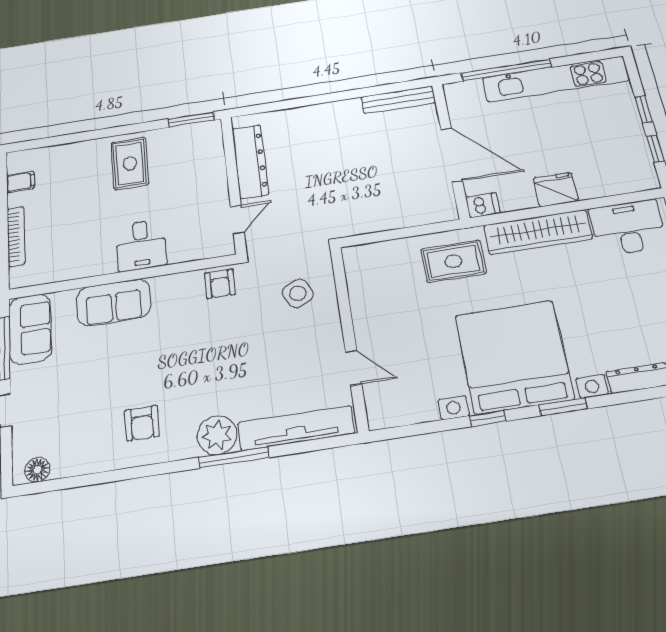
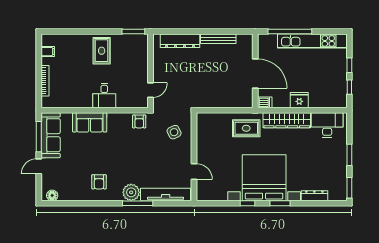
bench: (398, 100) -> (218, 39), moved
dresser: (250, 161) -> (180, 41), moved, turned 90
sofa: (30, 329) -> (51, 135), width x1.36

